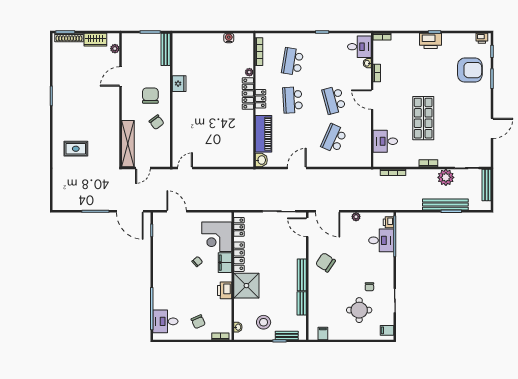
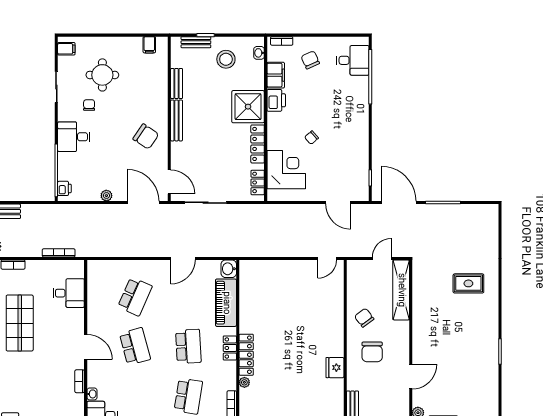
desk: (381, 240) -> (74, 137), moved
filing cabinet: (225, 263) -> (276, 75), moved

